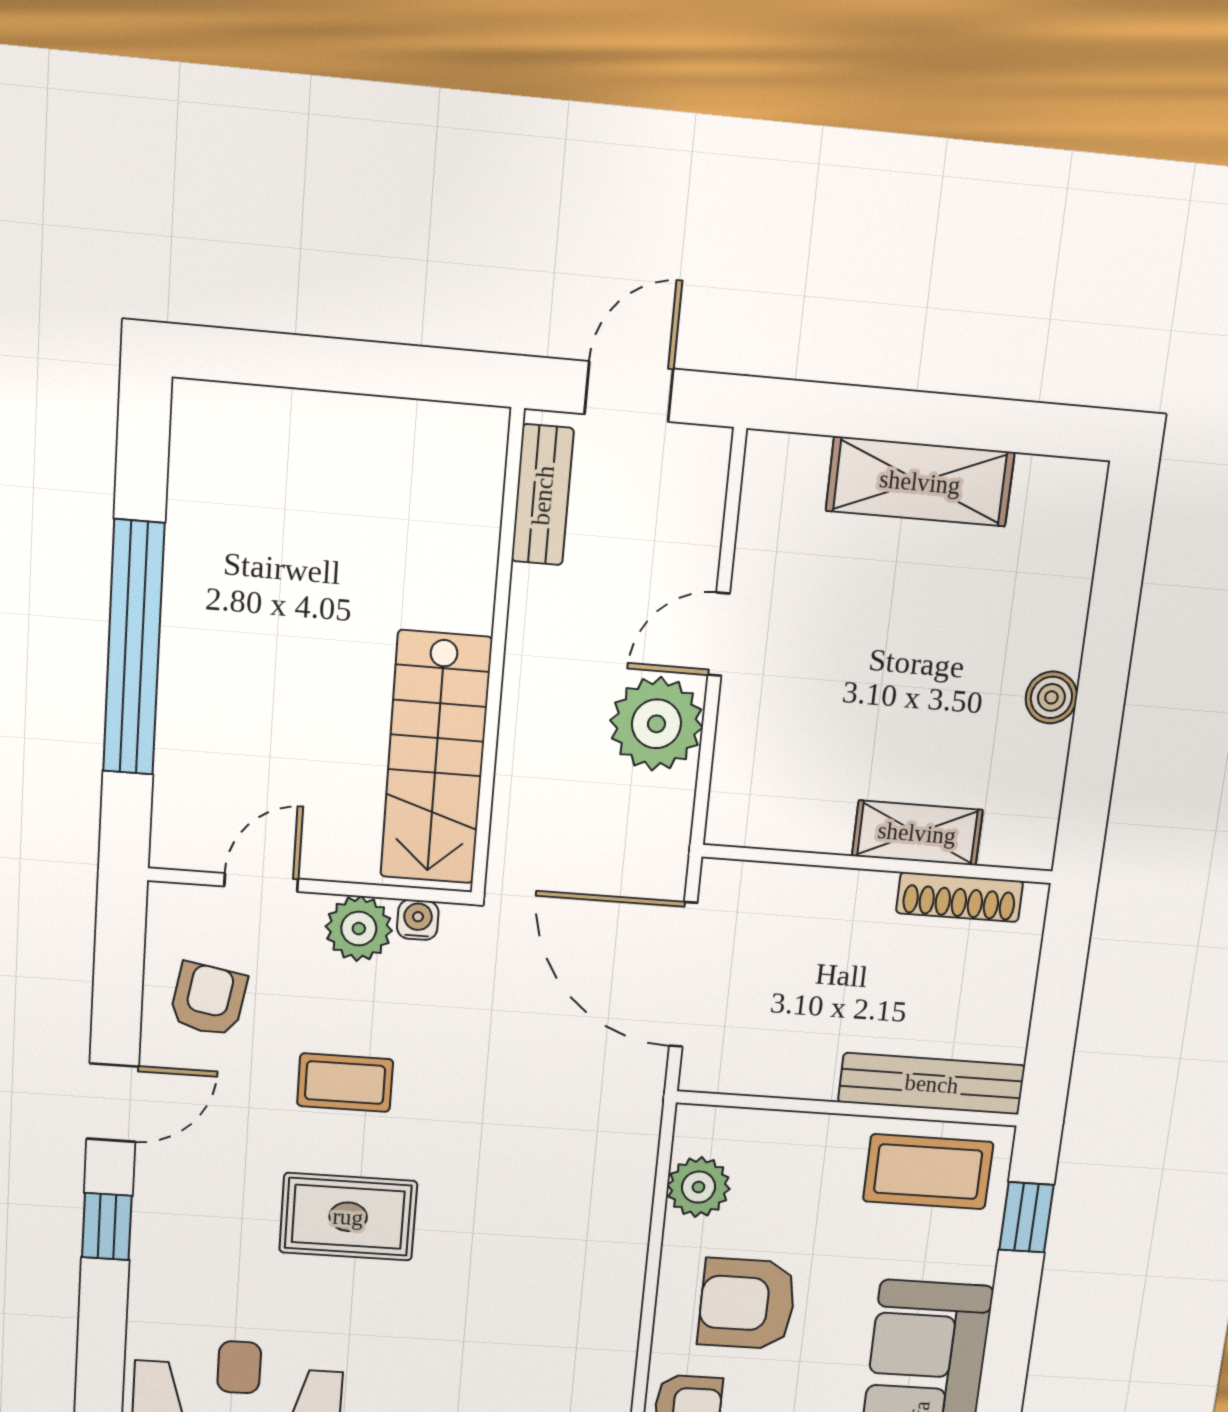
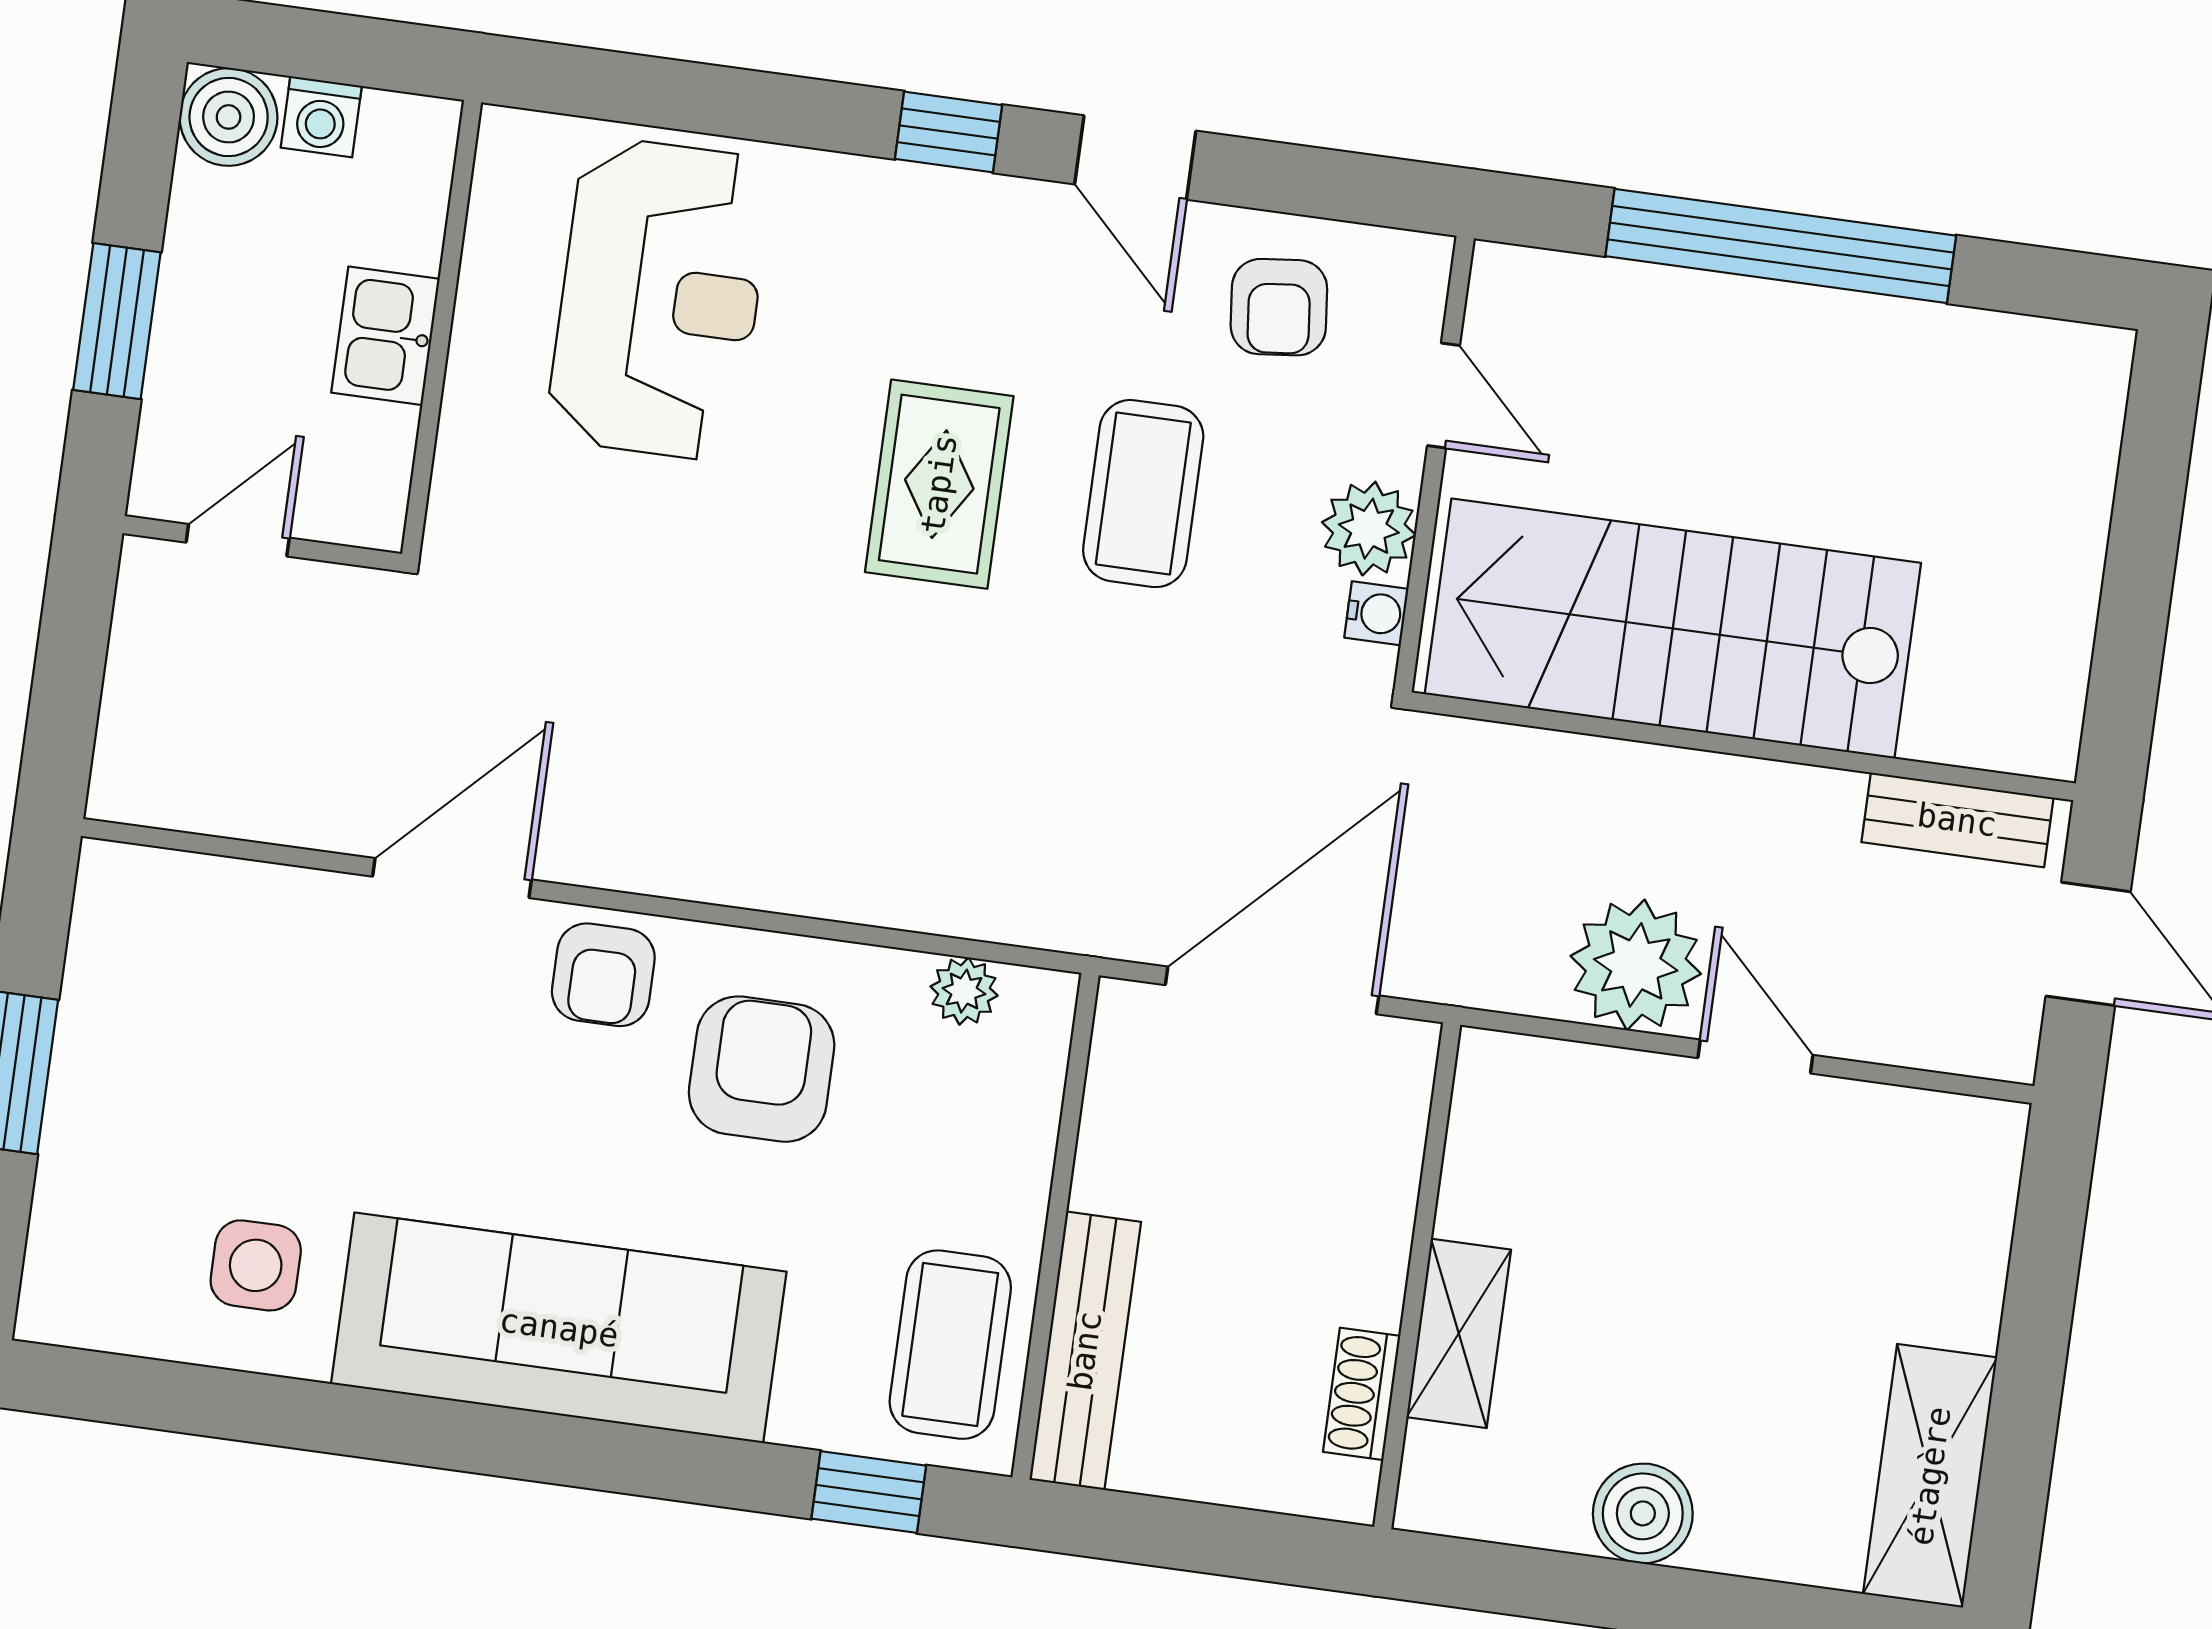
shelving: (920, 482) -> (1930, 1476), moved
boiler: (1051, 697) -> (1643, 1513), width x1.36, depth x1.36
stairs: (436, 758) -> (1673, 628), width x1.36, depth x1.51
shoe rack: (960, 897) -> (1362, 1394), width x0.70
armchair: (208, 999) -> (1279, 307), turned 74
coffee table: (345, 1083) -> (1143, 494), width x1.36, depth x1.30
plant: (698, 1187) -> (964, 991), width x0.73, depth x0.73

